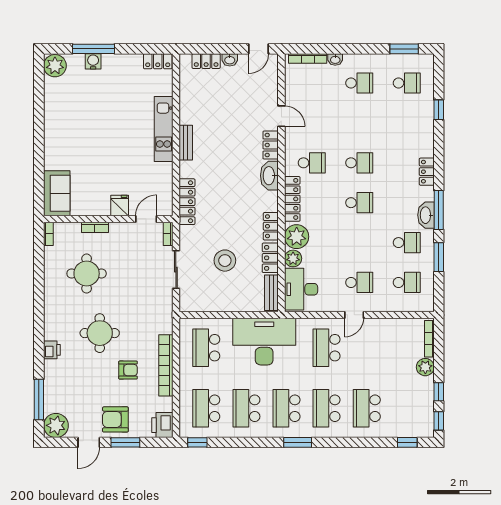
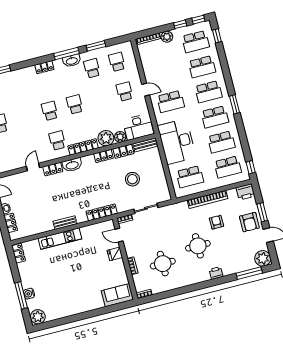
school desk: (407, 408) -> (196, 42), added

